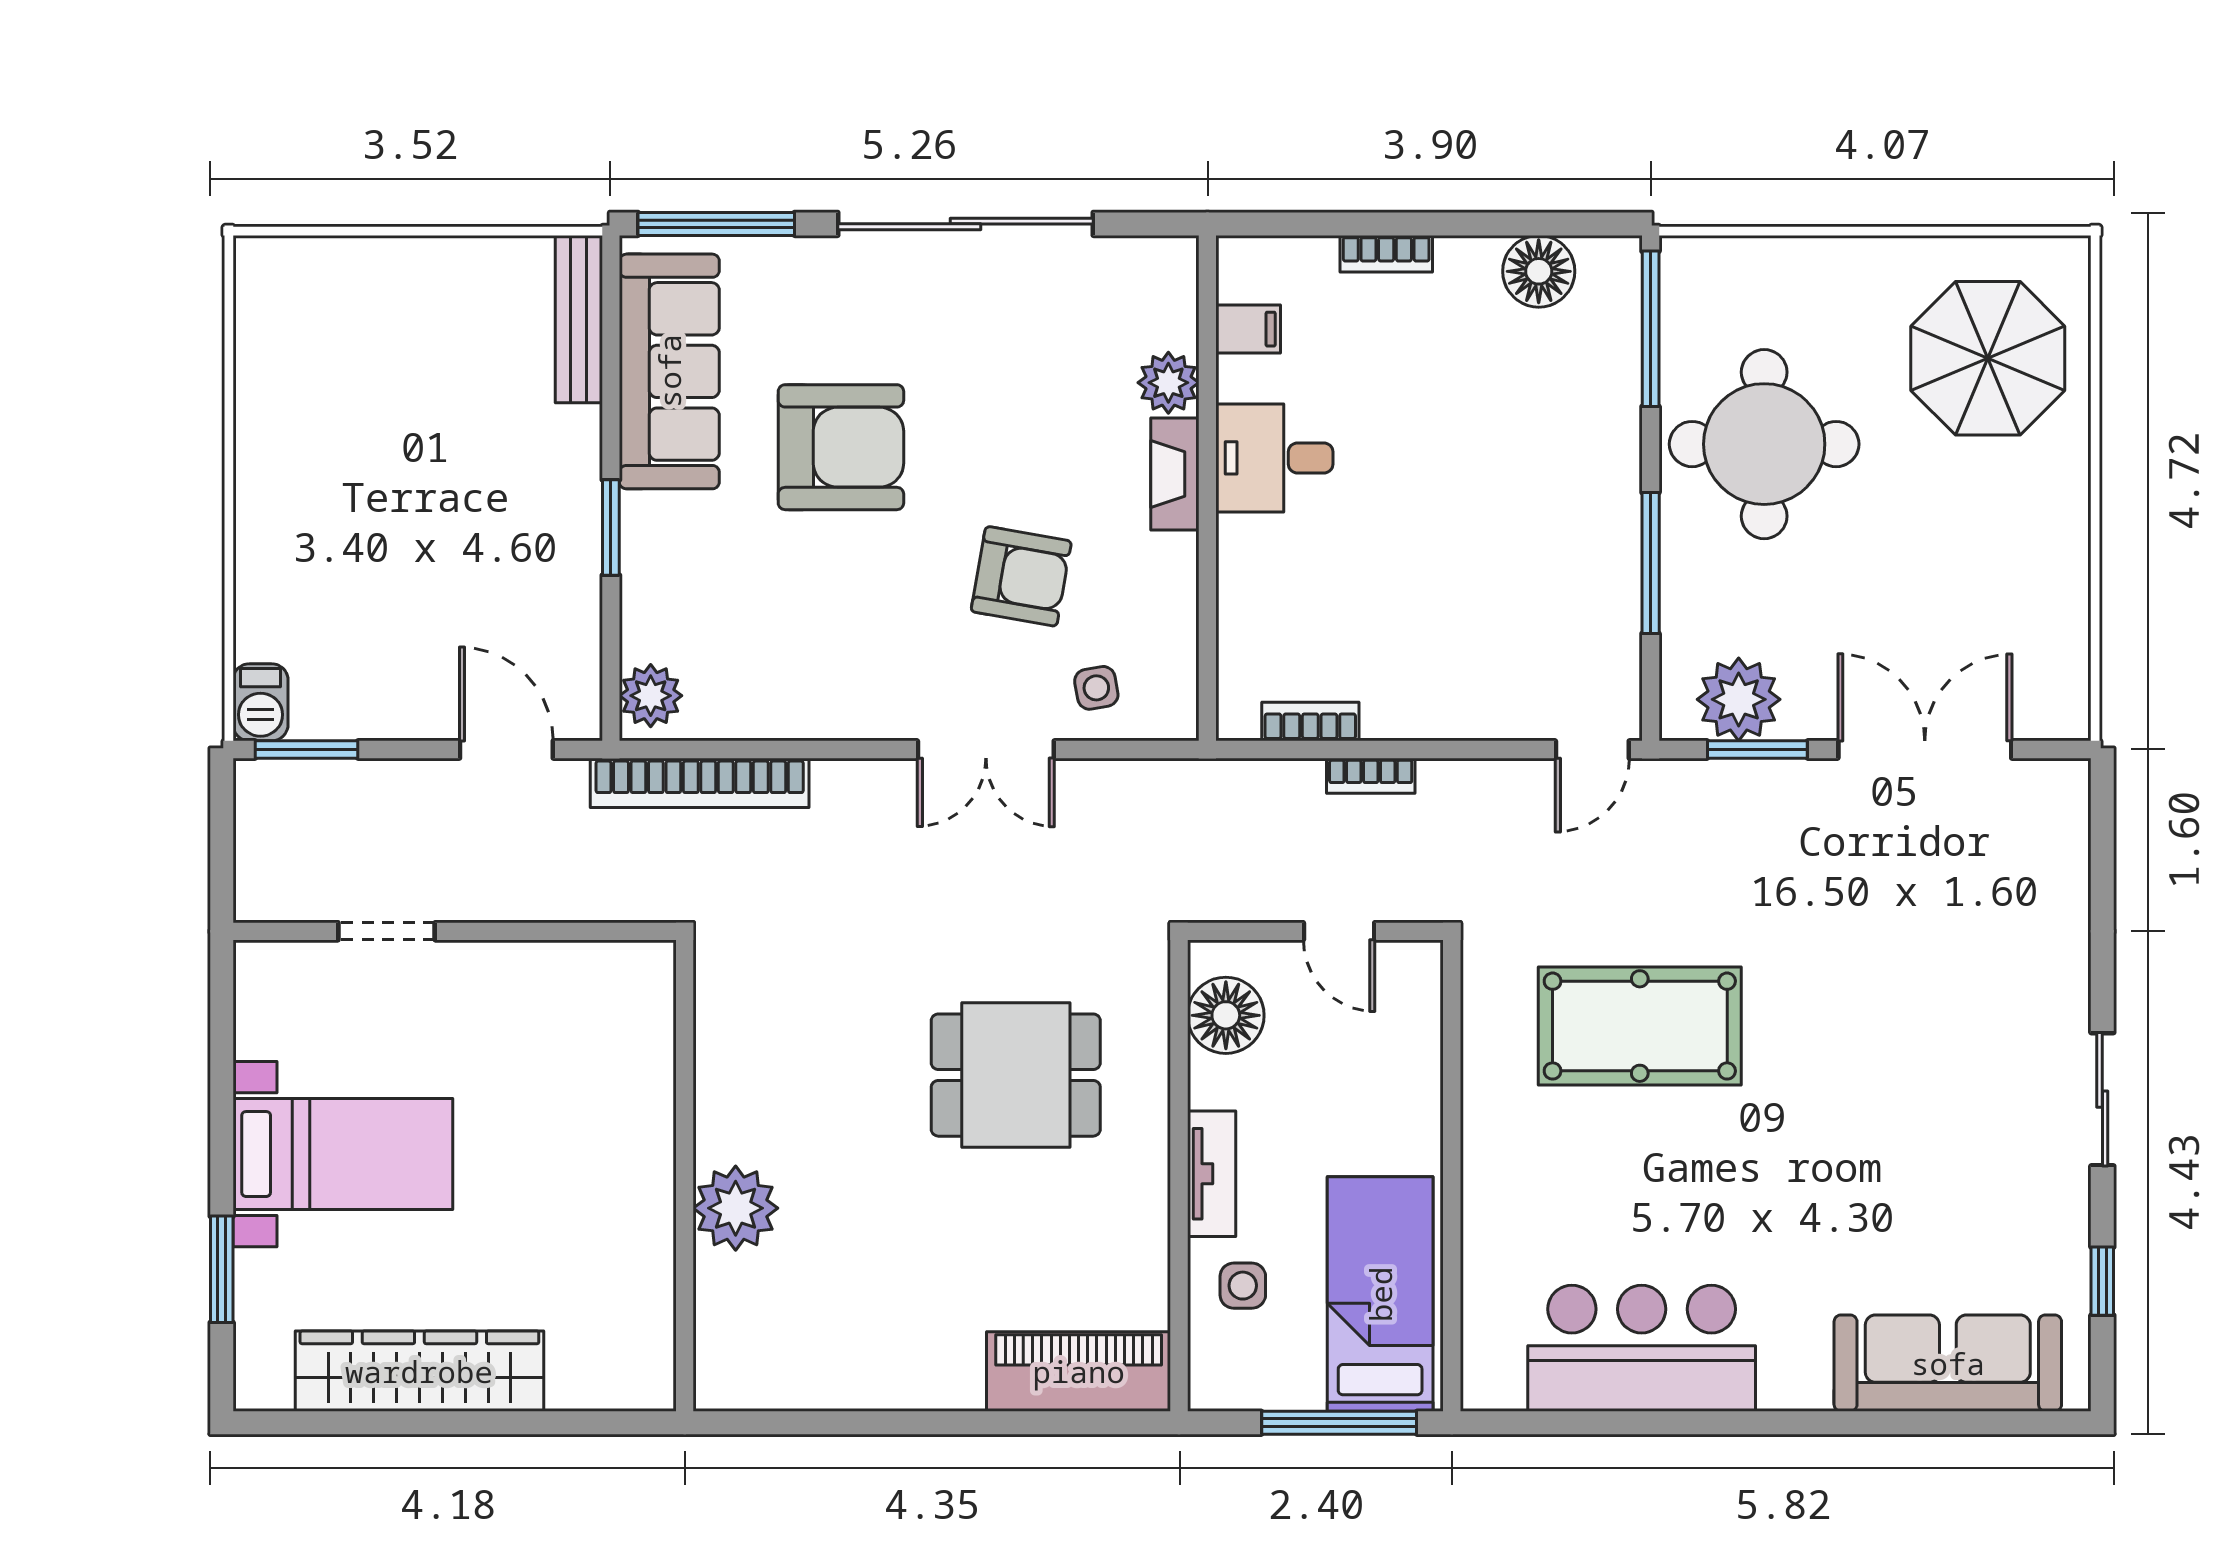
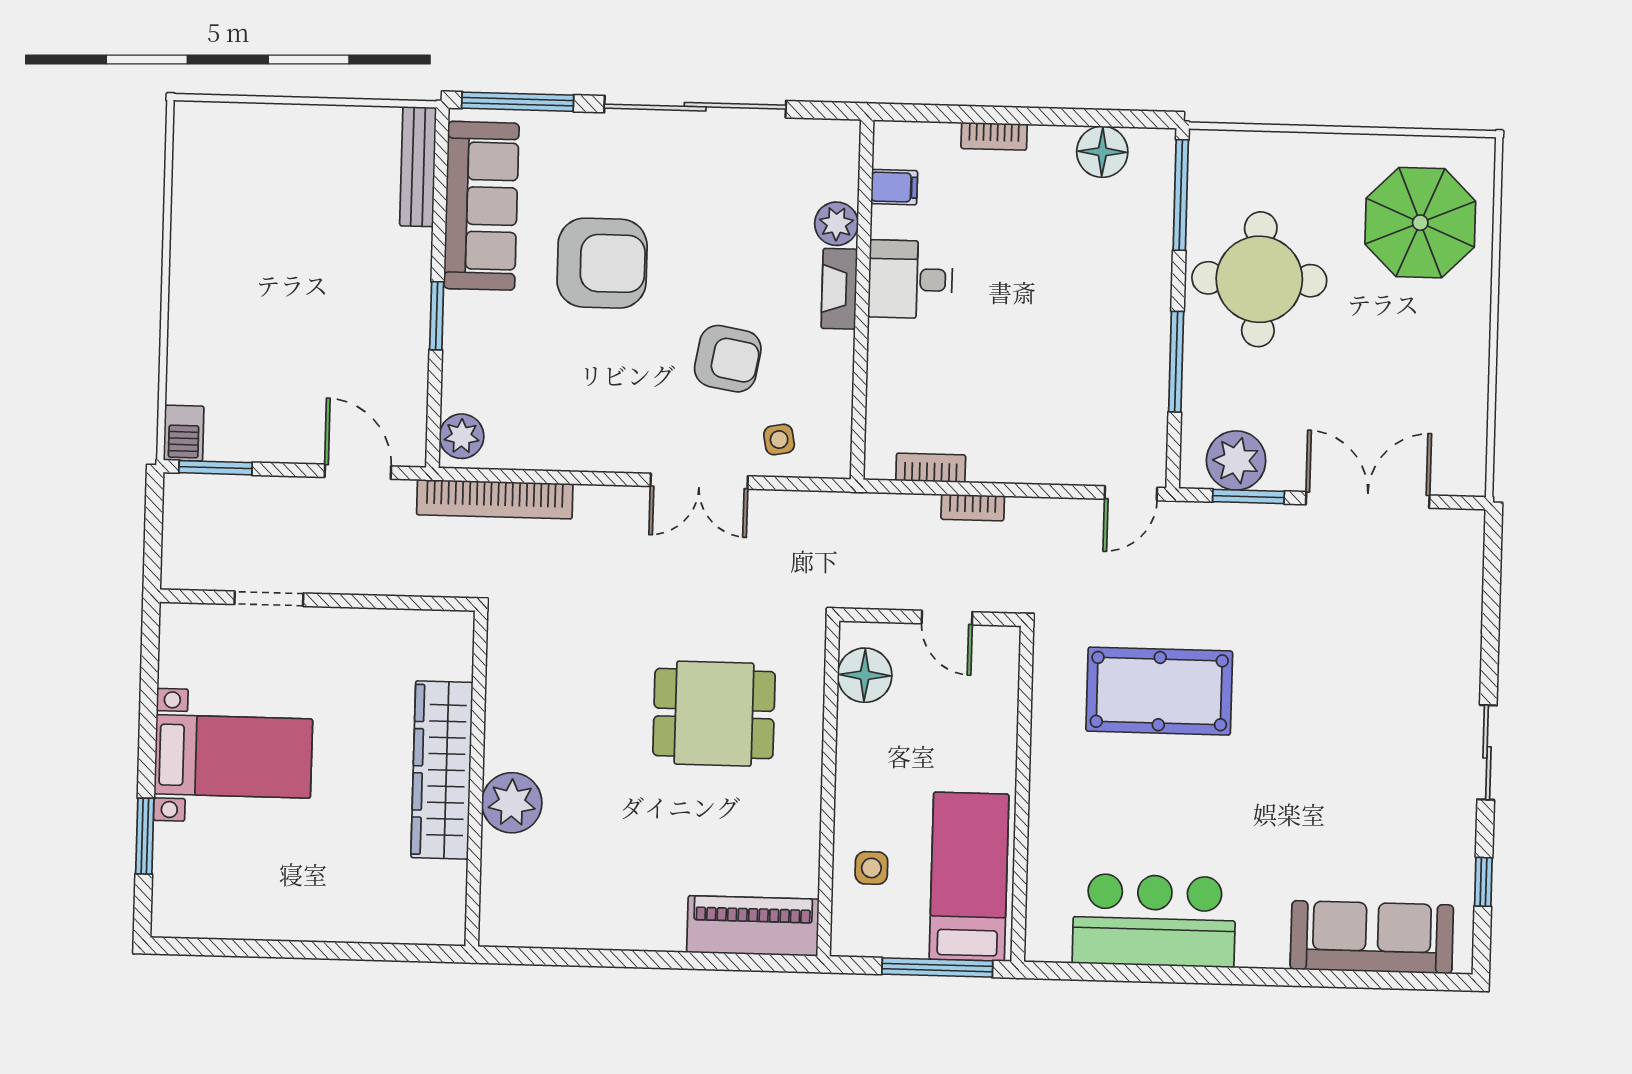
tv unit: (1212, 1174) -> (851, 788), removed
wardrobe: (419, 1371) -> (442, 770), moved, turned -90

